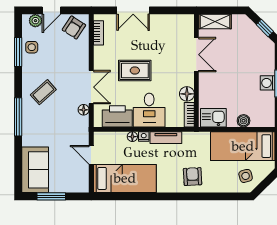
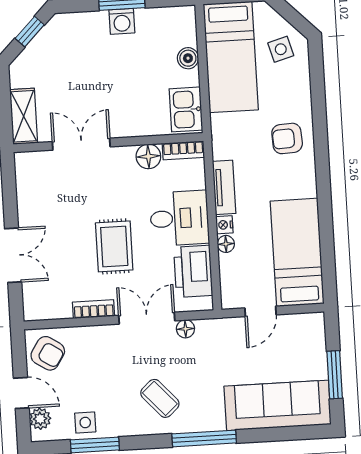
bookcase: (98, 33) -> (94, 309), moved
sofa: (35, 170) -> (278, 405), width x1.36

